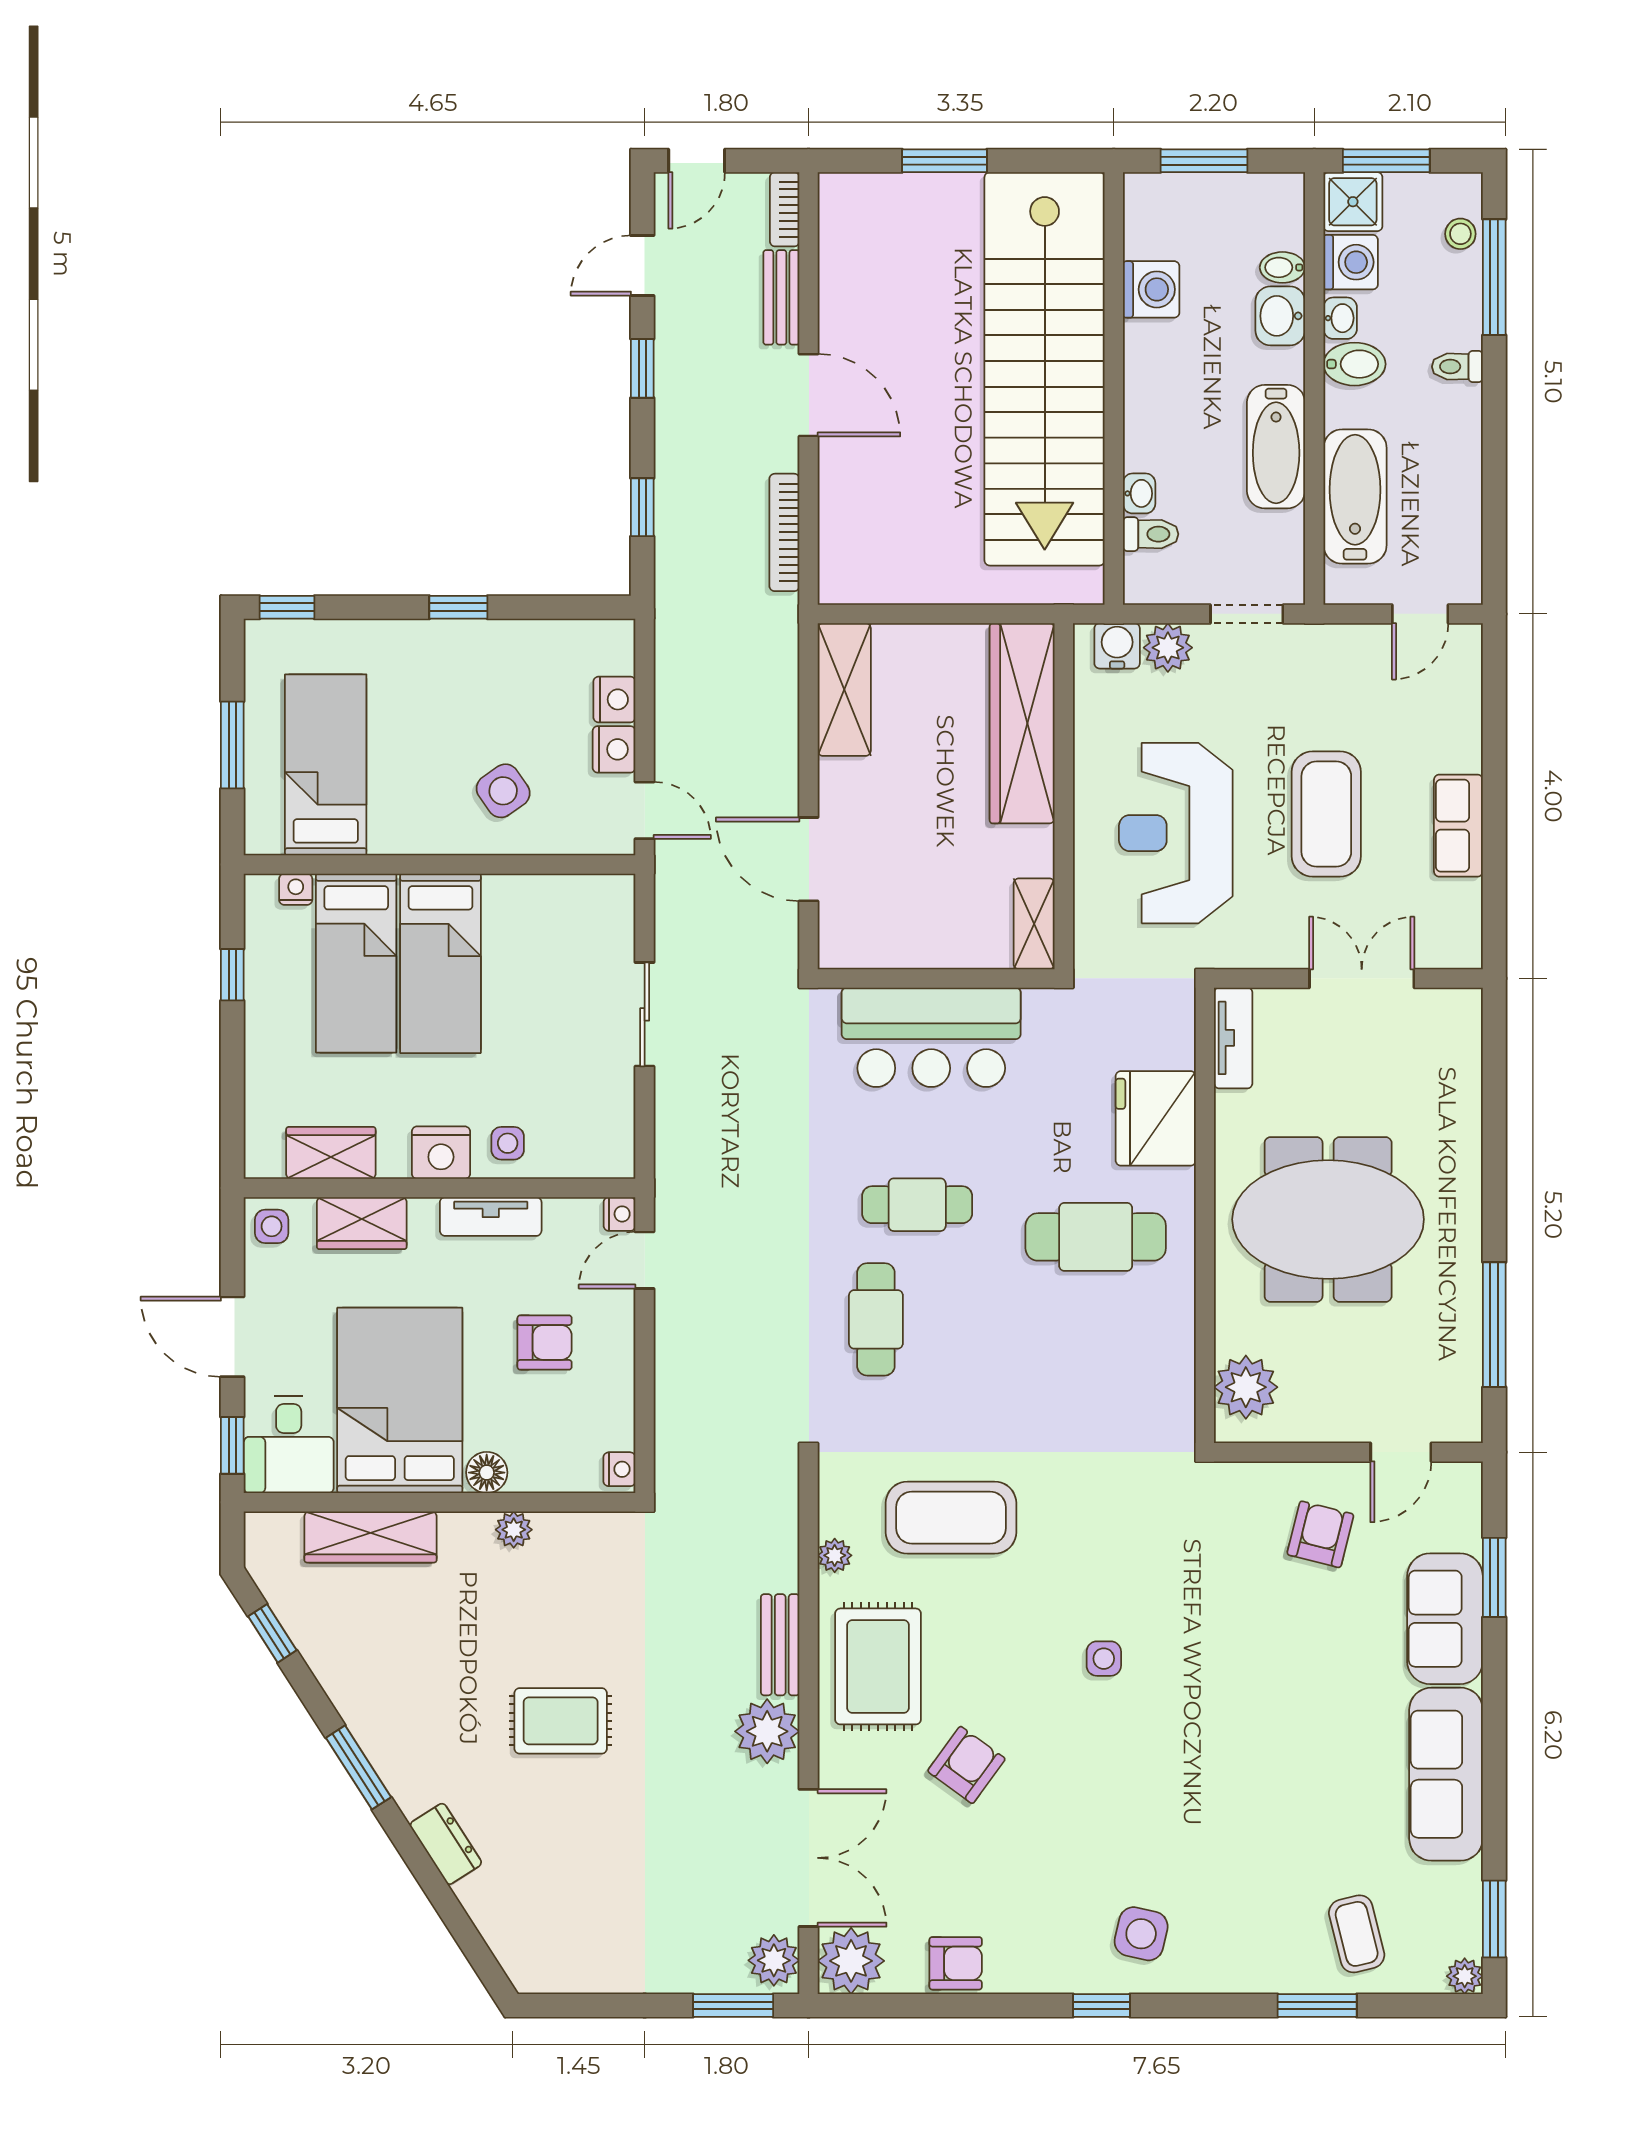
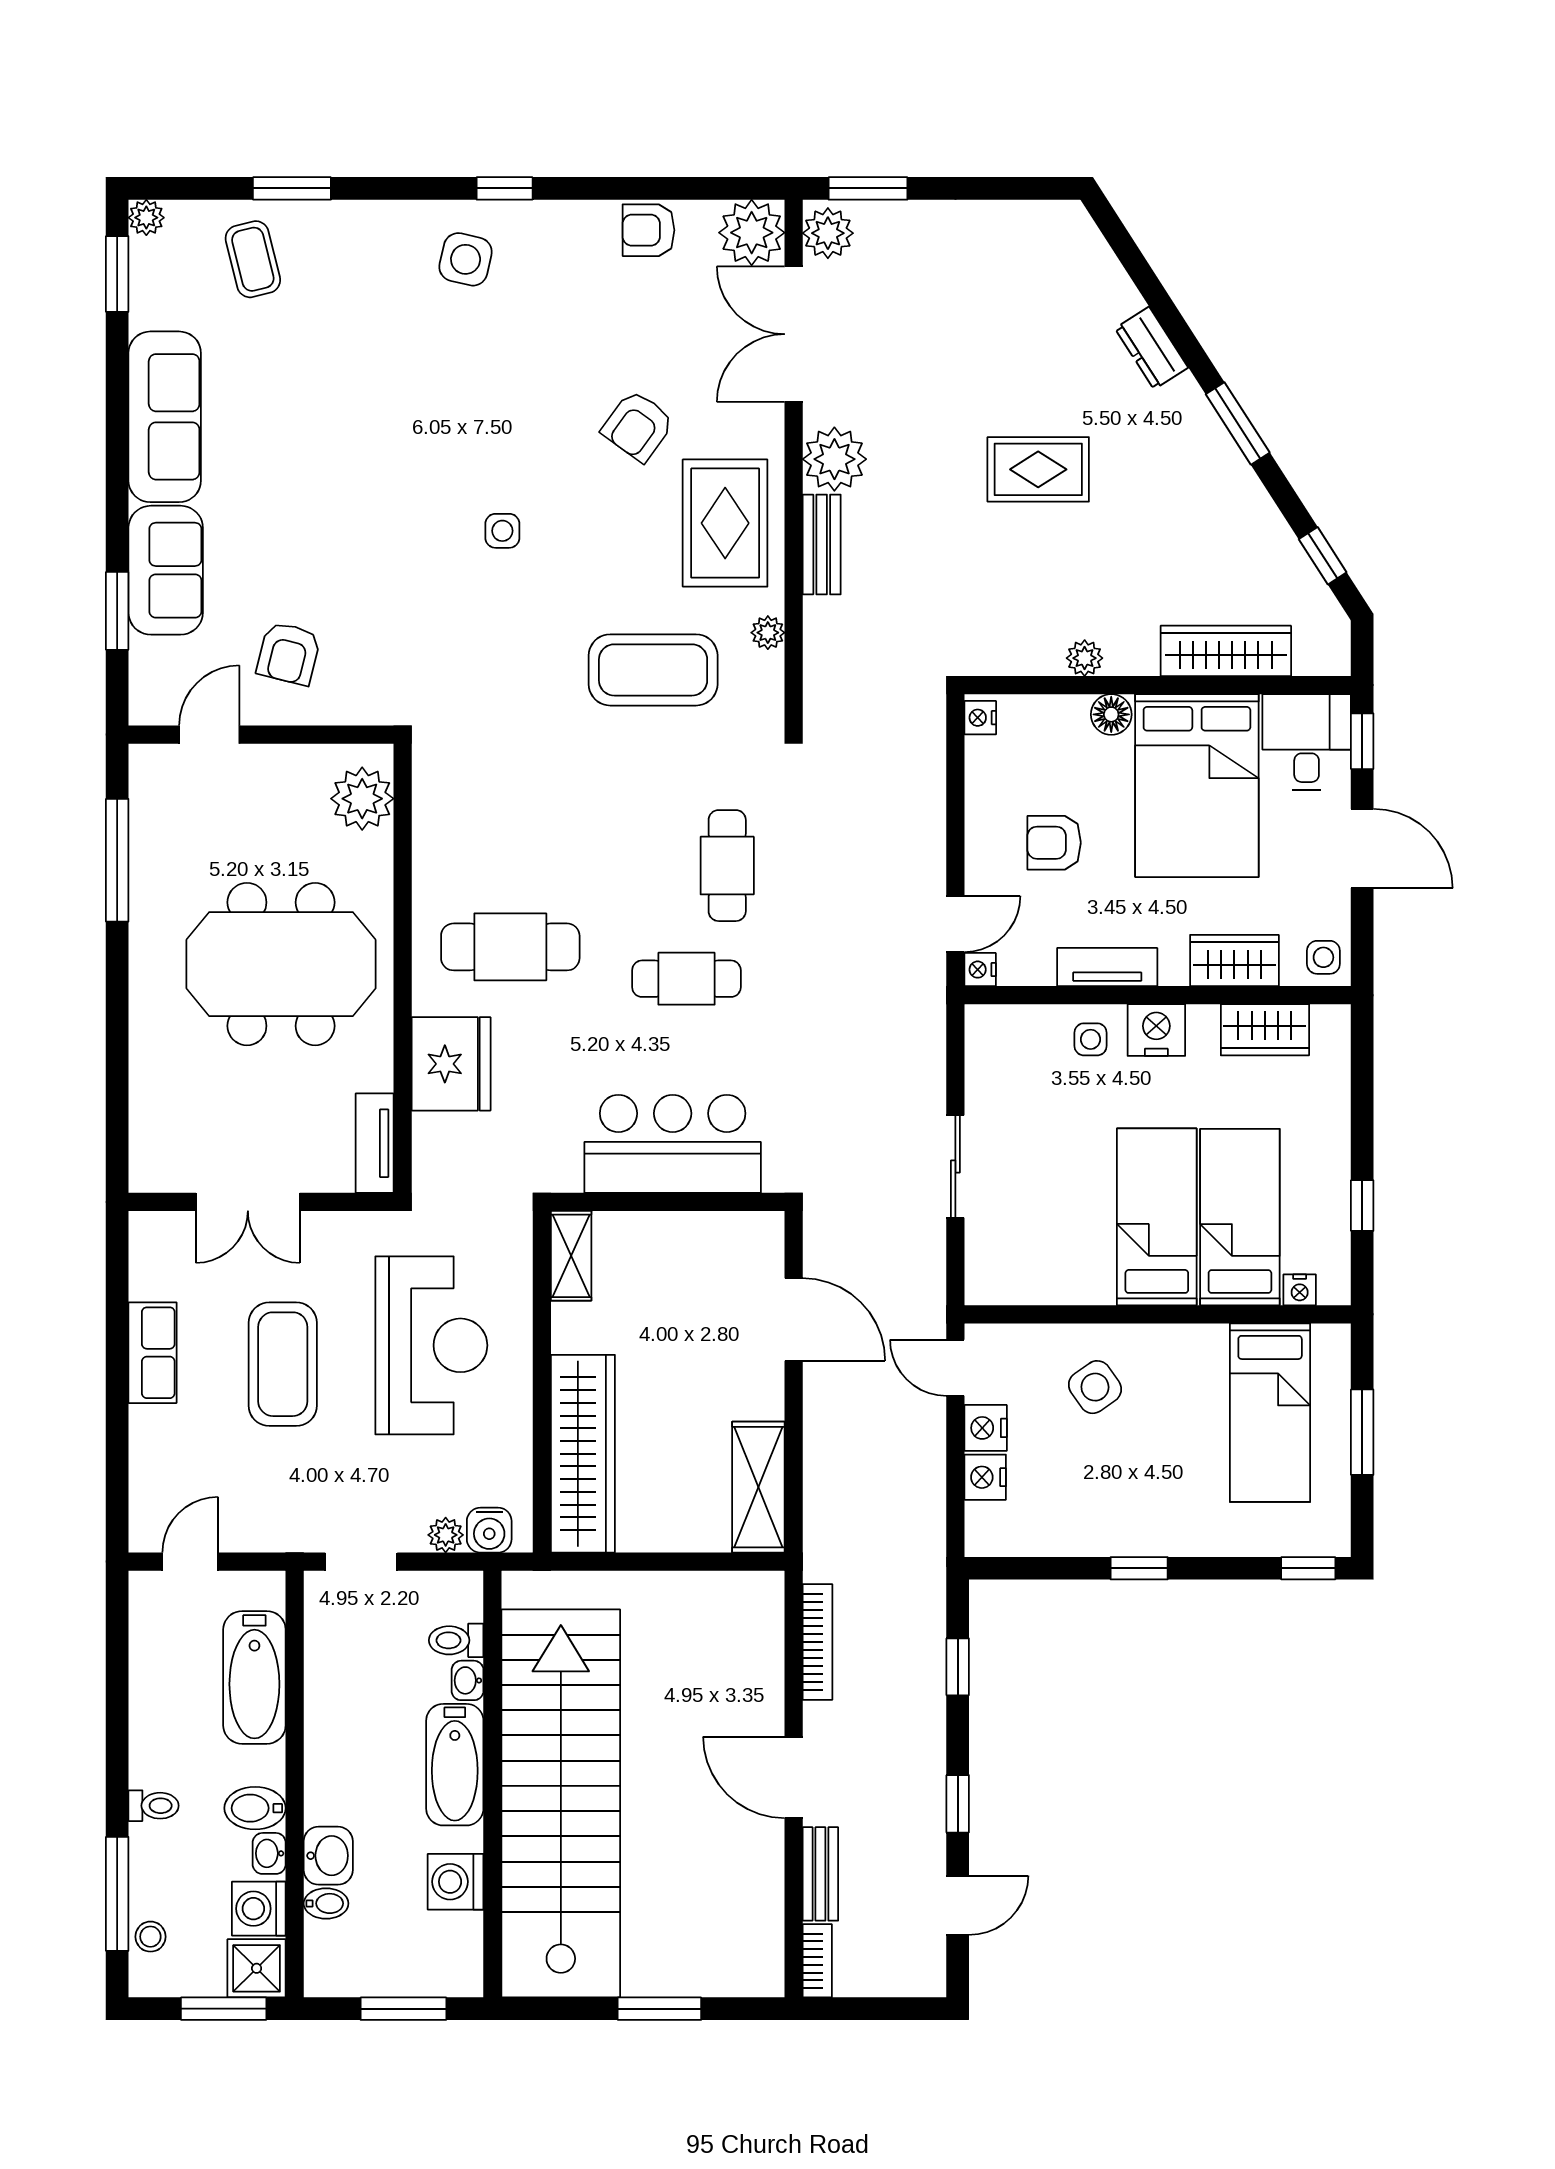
door: (697, 161) -> (904, 2009), removed
bathtub: (1276, 447) -> (455, 1765), moved, turned 180
plant: (1168, 648) -> (446, 1535), width x0.73, depth x0.73

